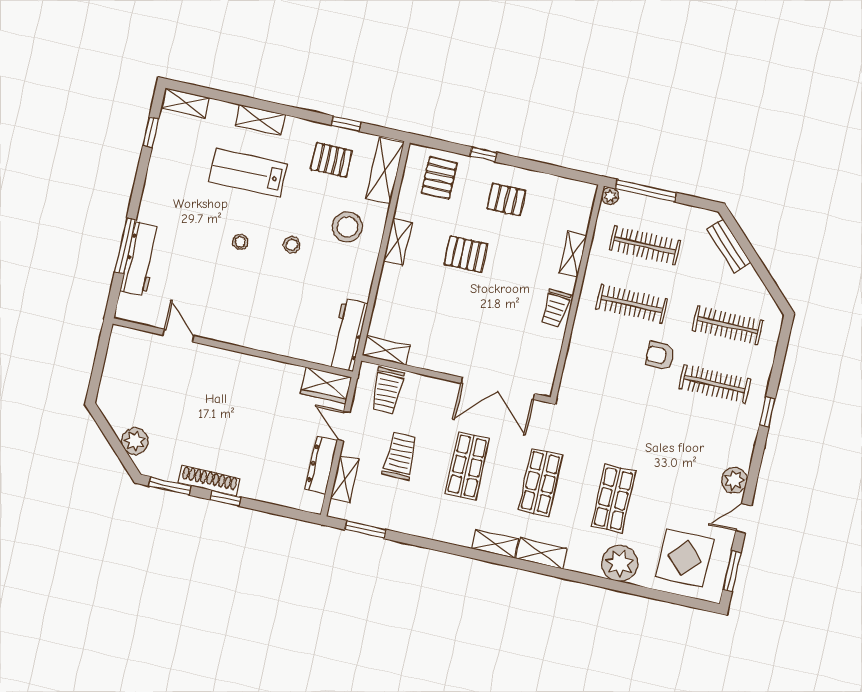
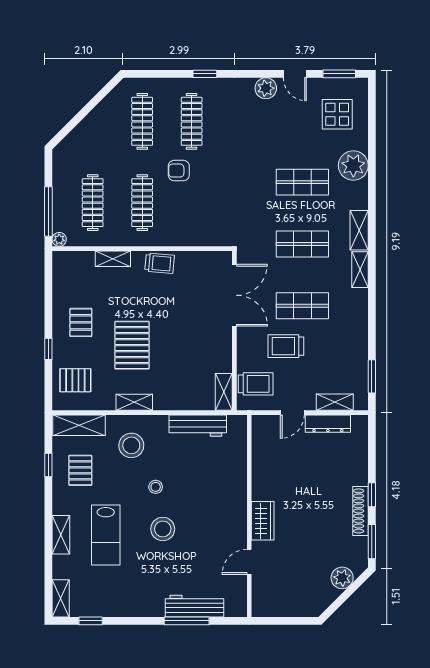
stool: (240, 242) -> (163, 529), width x1.89, depth x1.89
bench: (729, 246) -> (78, 135), removed
pallet: (466, 254) -> (132, 345), width x1.50, depth x1.42
workbench: (348, 335) -> (198, 426), moved
armchair: (660, 356) -> (179, 171), turned 90
wardrobe: (326, 385) -> (263, 521), moved
trolley: (400, 456) -> (286, 346), moved
display table: (685, 558) -> (337, 114), width x0.73, depth x0.73

